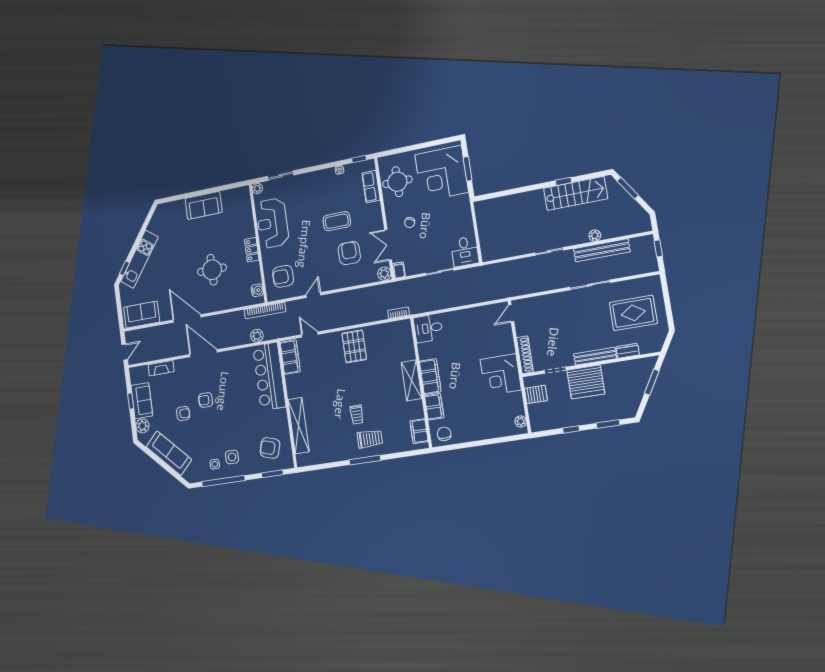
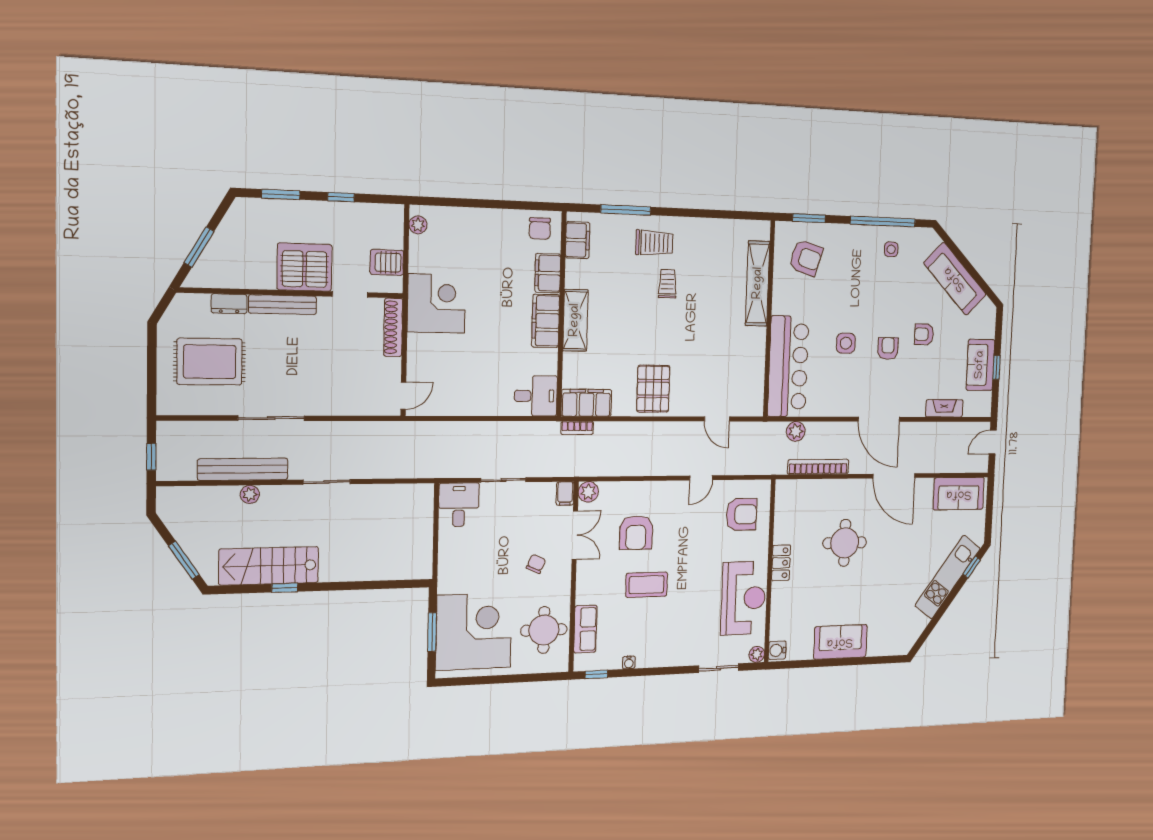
water cooler: (257, 290) -> (777, 650), moved
bookcase: (265, 311) -> (818, 467), moved
filing cabinet: (290, 357) -> (586, 403), moved, turned 90
armchair: (206, 400) -> (888, 348), turned -90
plant: (142, 426) -> (986, 327), removed
trolley: (370, 439) -> (654, 243), turned 180
side table: (232, 457) -> (846, 343), moved
window: (365, 460) -> (626, 210), moved

